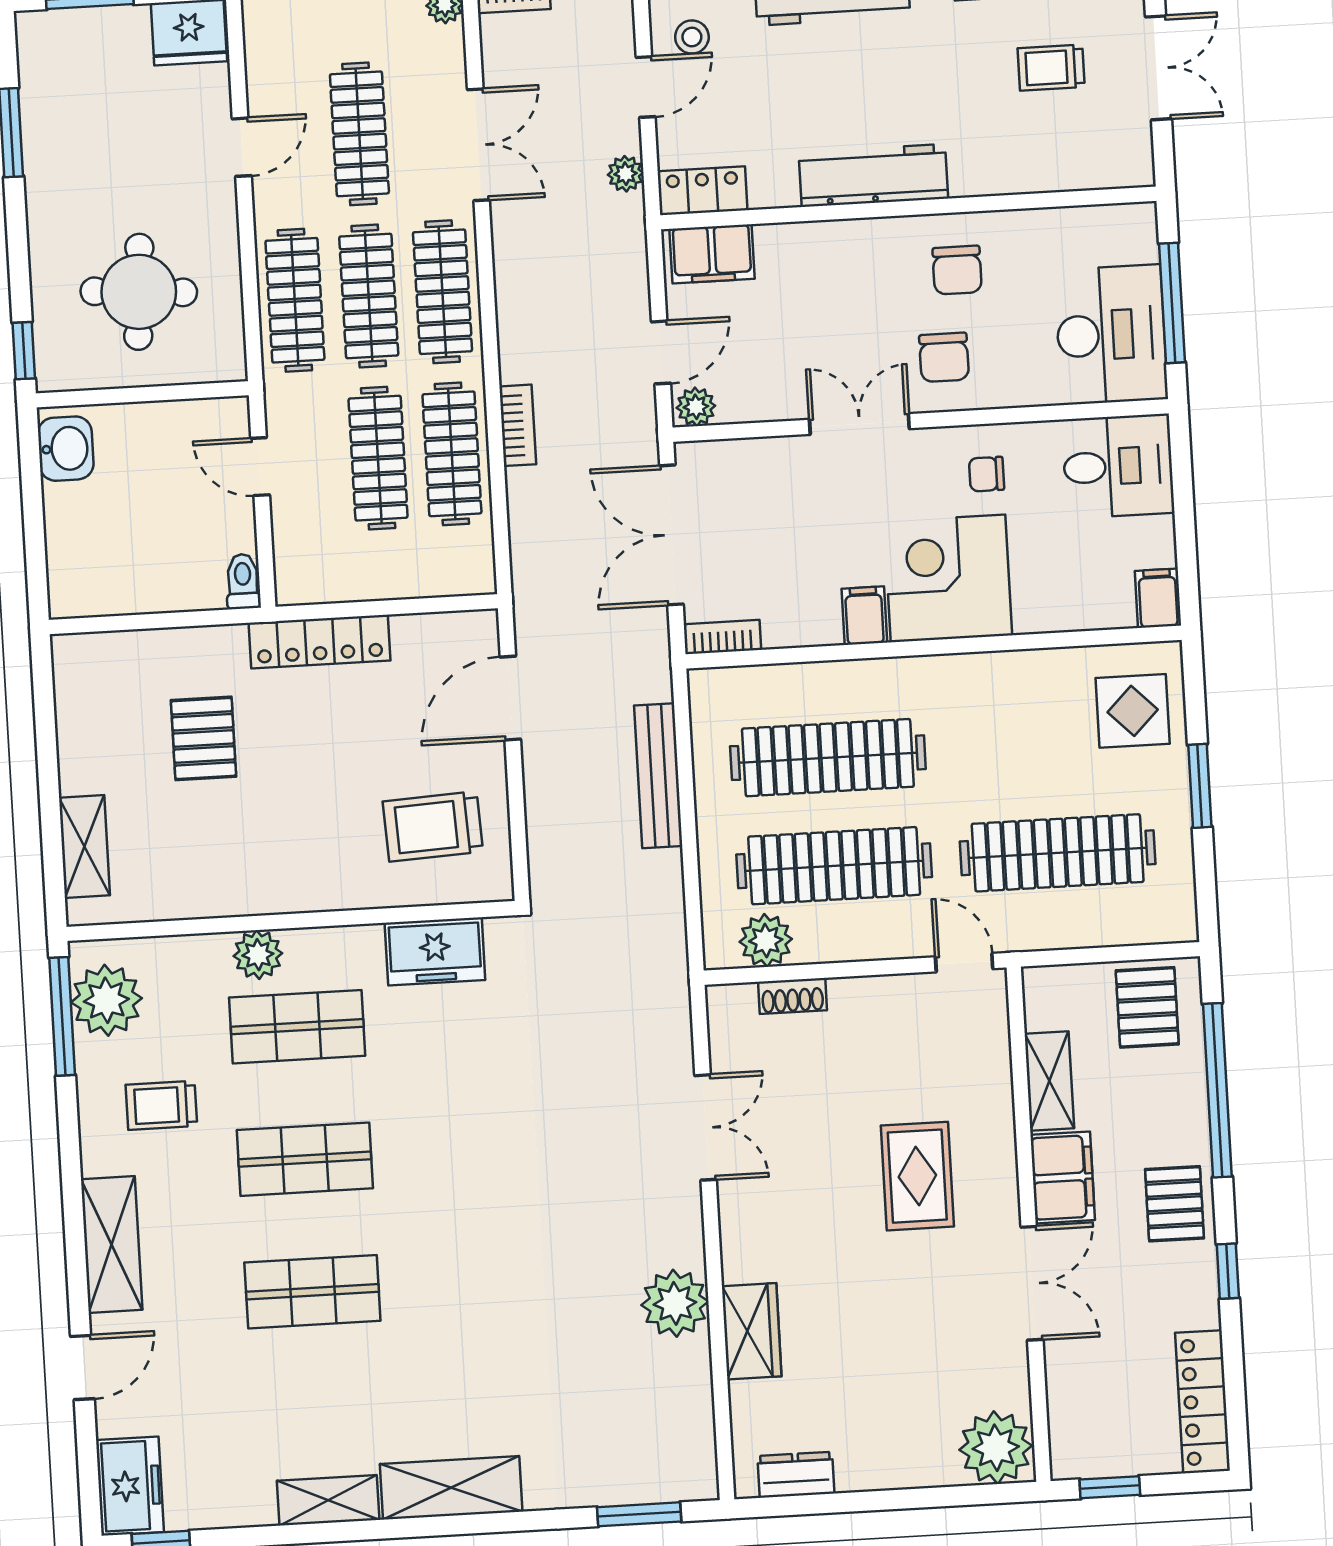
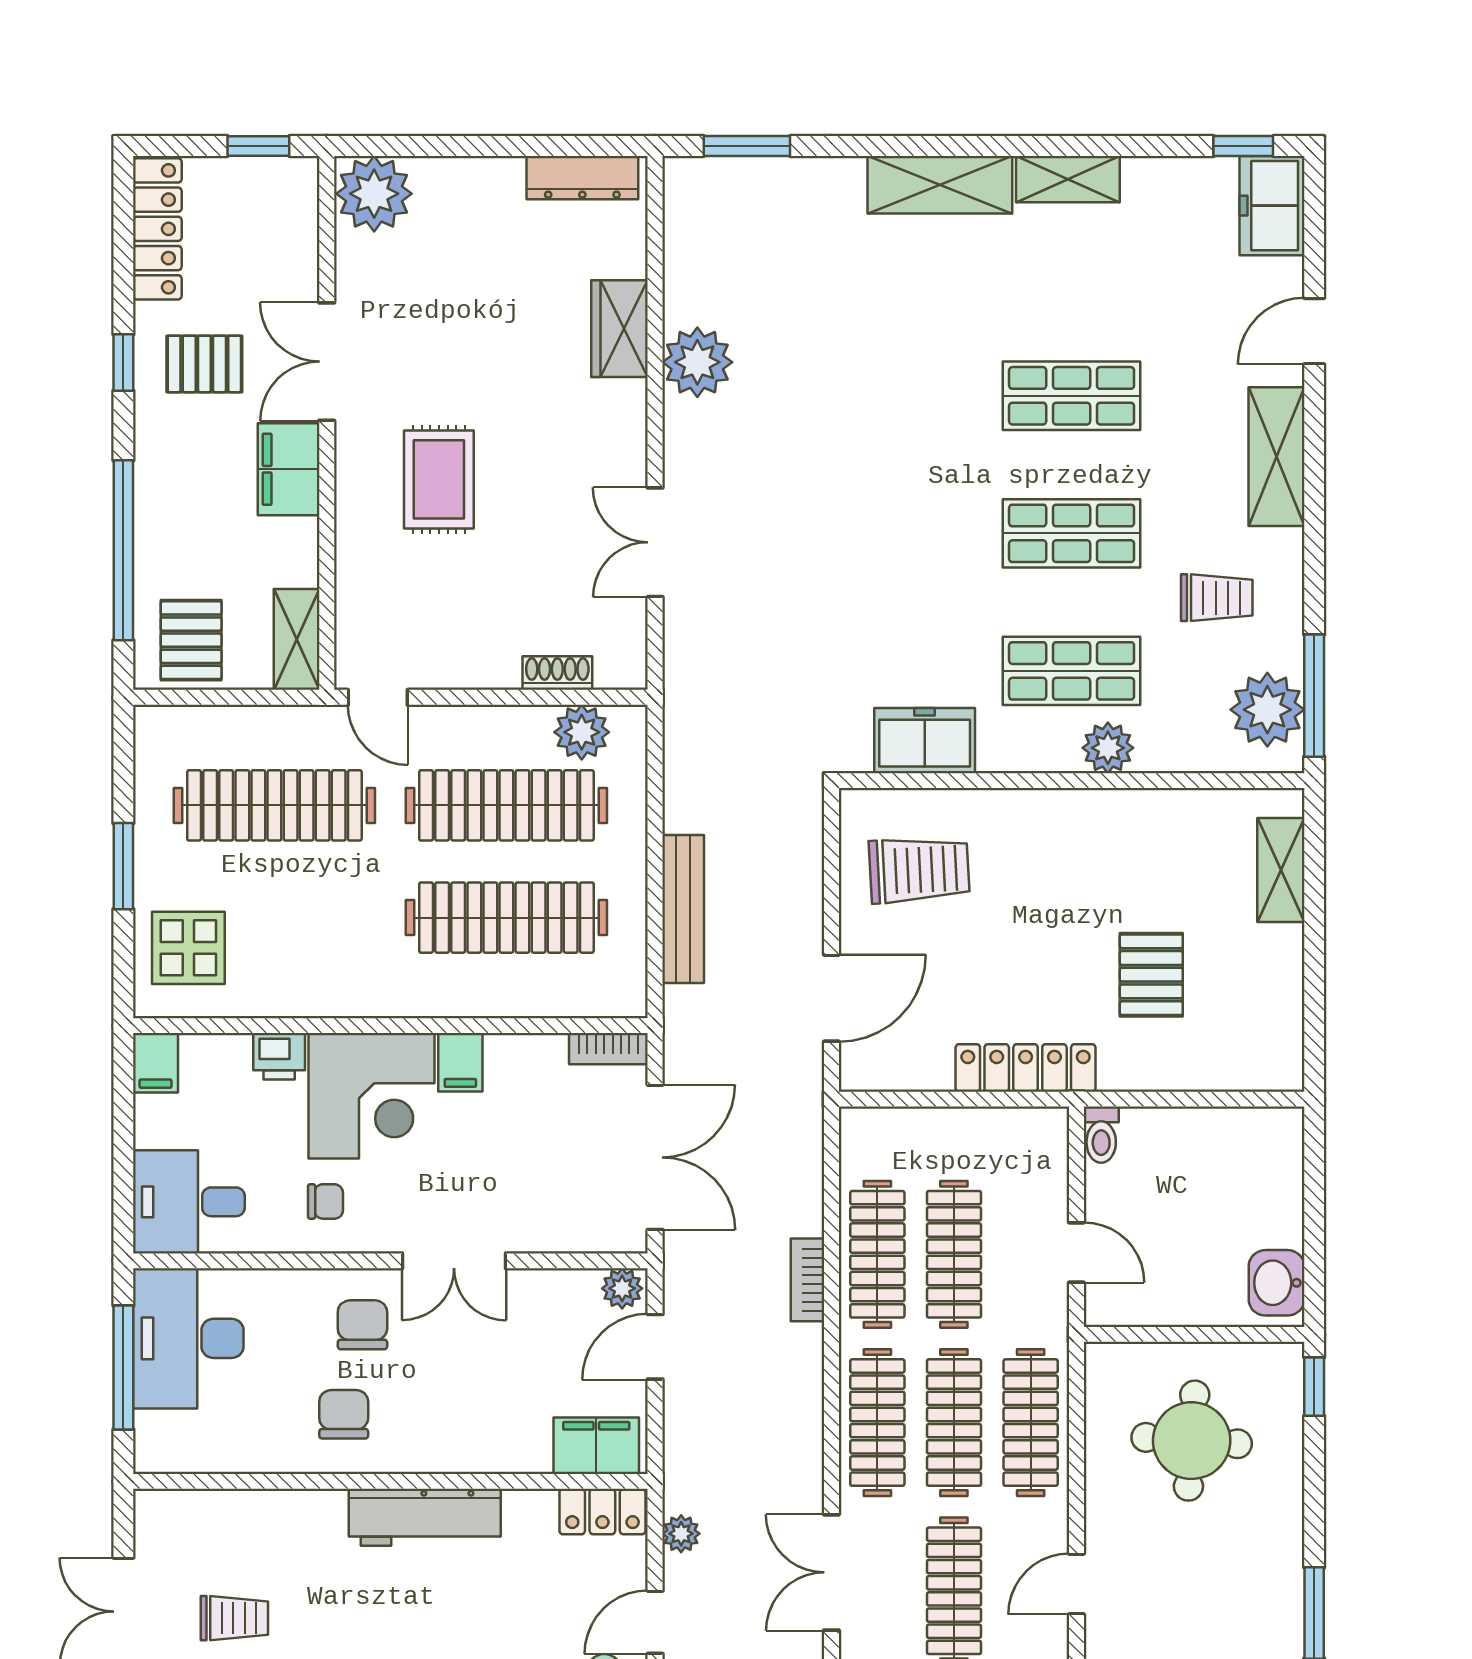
printer: (1039, 611) -> (279, 1056), added
shelving: (1049, 1081) -> (297, 639), moved
pallet: (1175, 1204) -> (204, 364), moved, turned 90
dresser: (796, 1475) -> (582, 178), width x1.44

